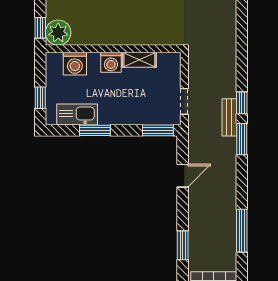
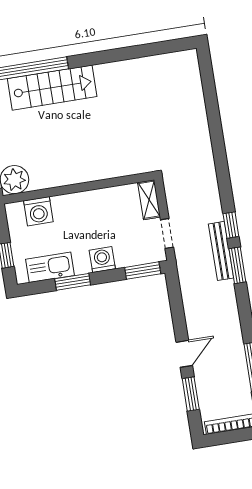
shelving: (139, 60) -> (149, 200), moved, turned 90
washing machine: (111, 62) -> (102, 260), moved, turned 180
bench: (229, 117) -> (221, 251), width x1.36
door: (183, 176) -> (184, 354), moved

